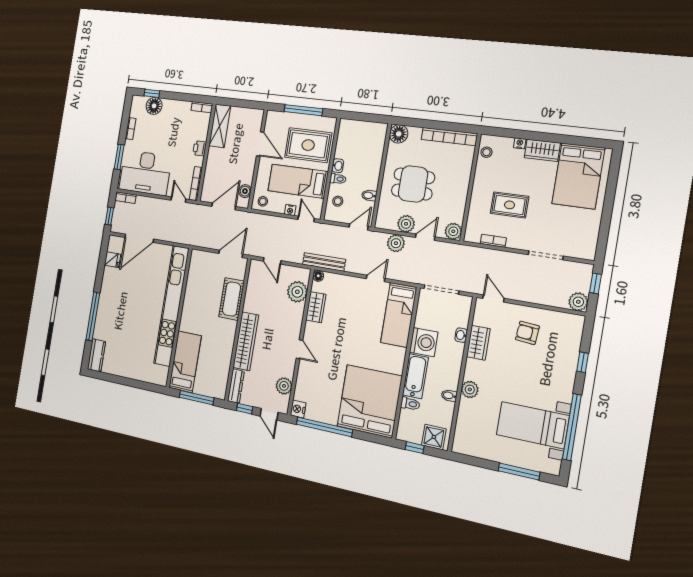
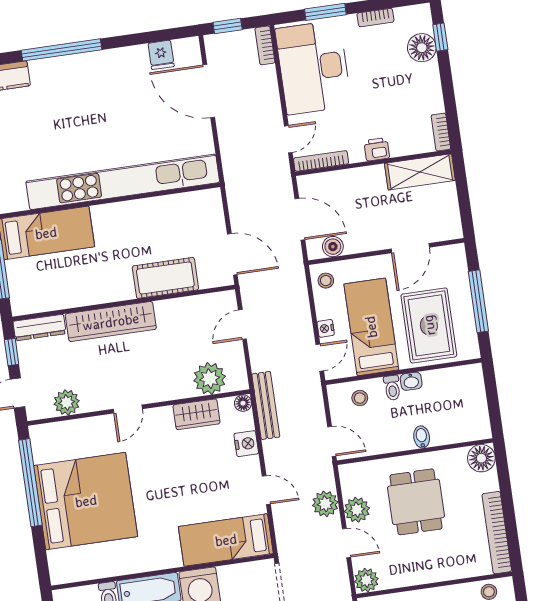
bidet: (369, 195) -> (422, 437), moved
bed: (370, 401) -> (86, 501), moved
nightstand: (298, 409) -> (246, 444), moved, turned 90

